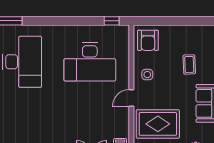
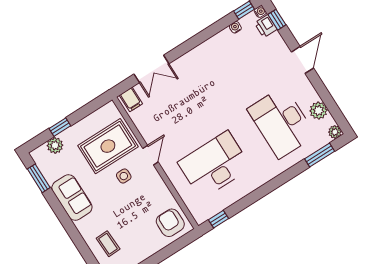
coffee table: (189, 64) -> (108, 244), moved
side table: (147, 75) -> (124, 176), moved

